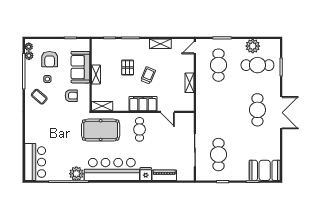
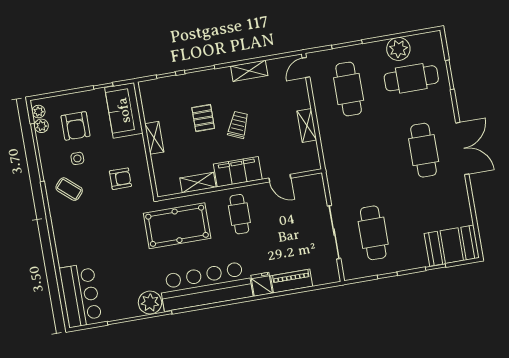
sofa: (80, 67) -> (124, 110), moved
shelving: (102, 106) -> (198, 183), moved

